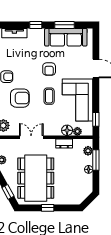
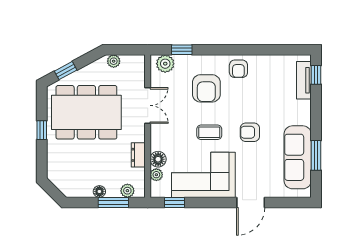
window: (36, 25) -> (316, 75), moved

